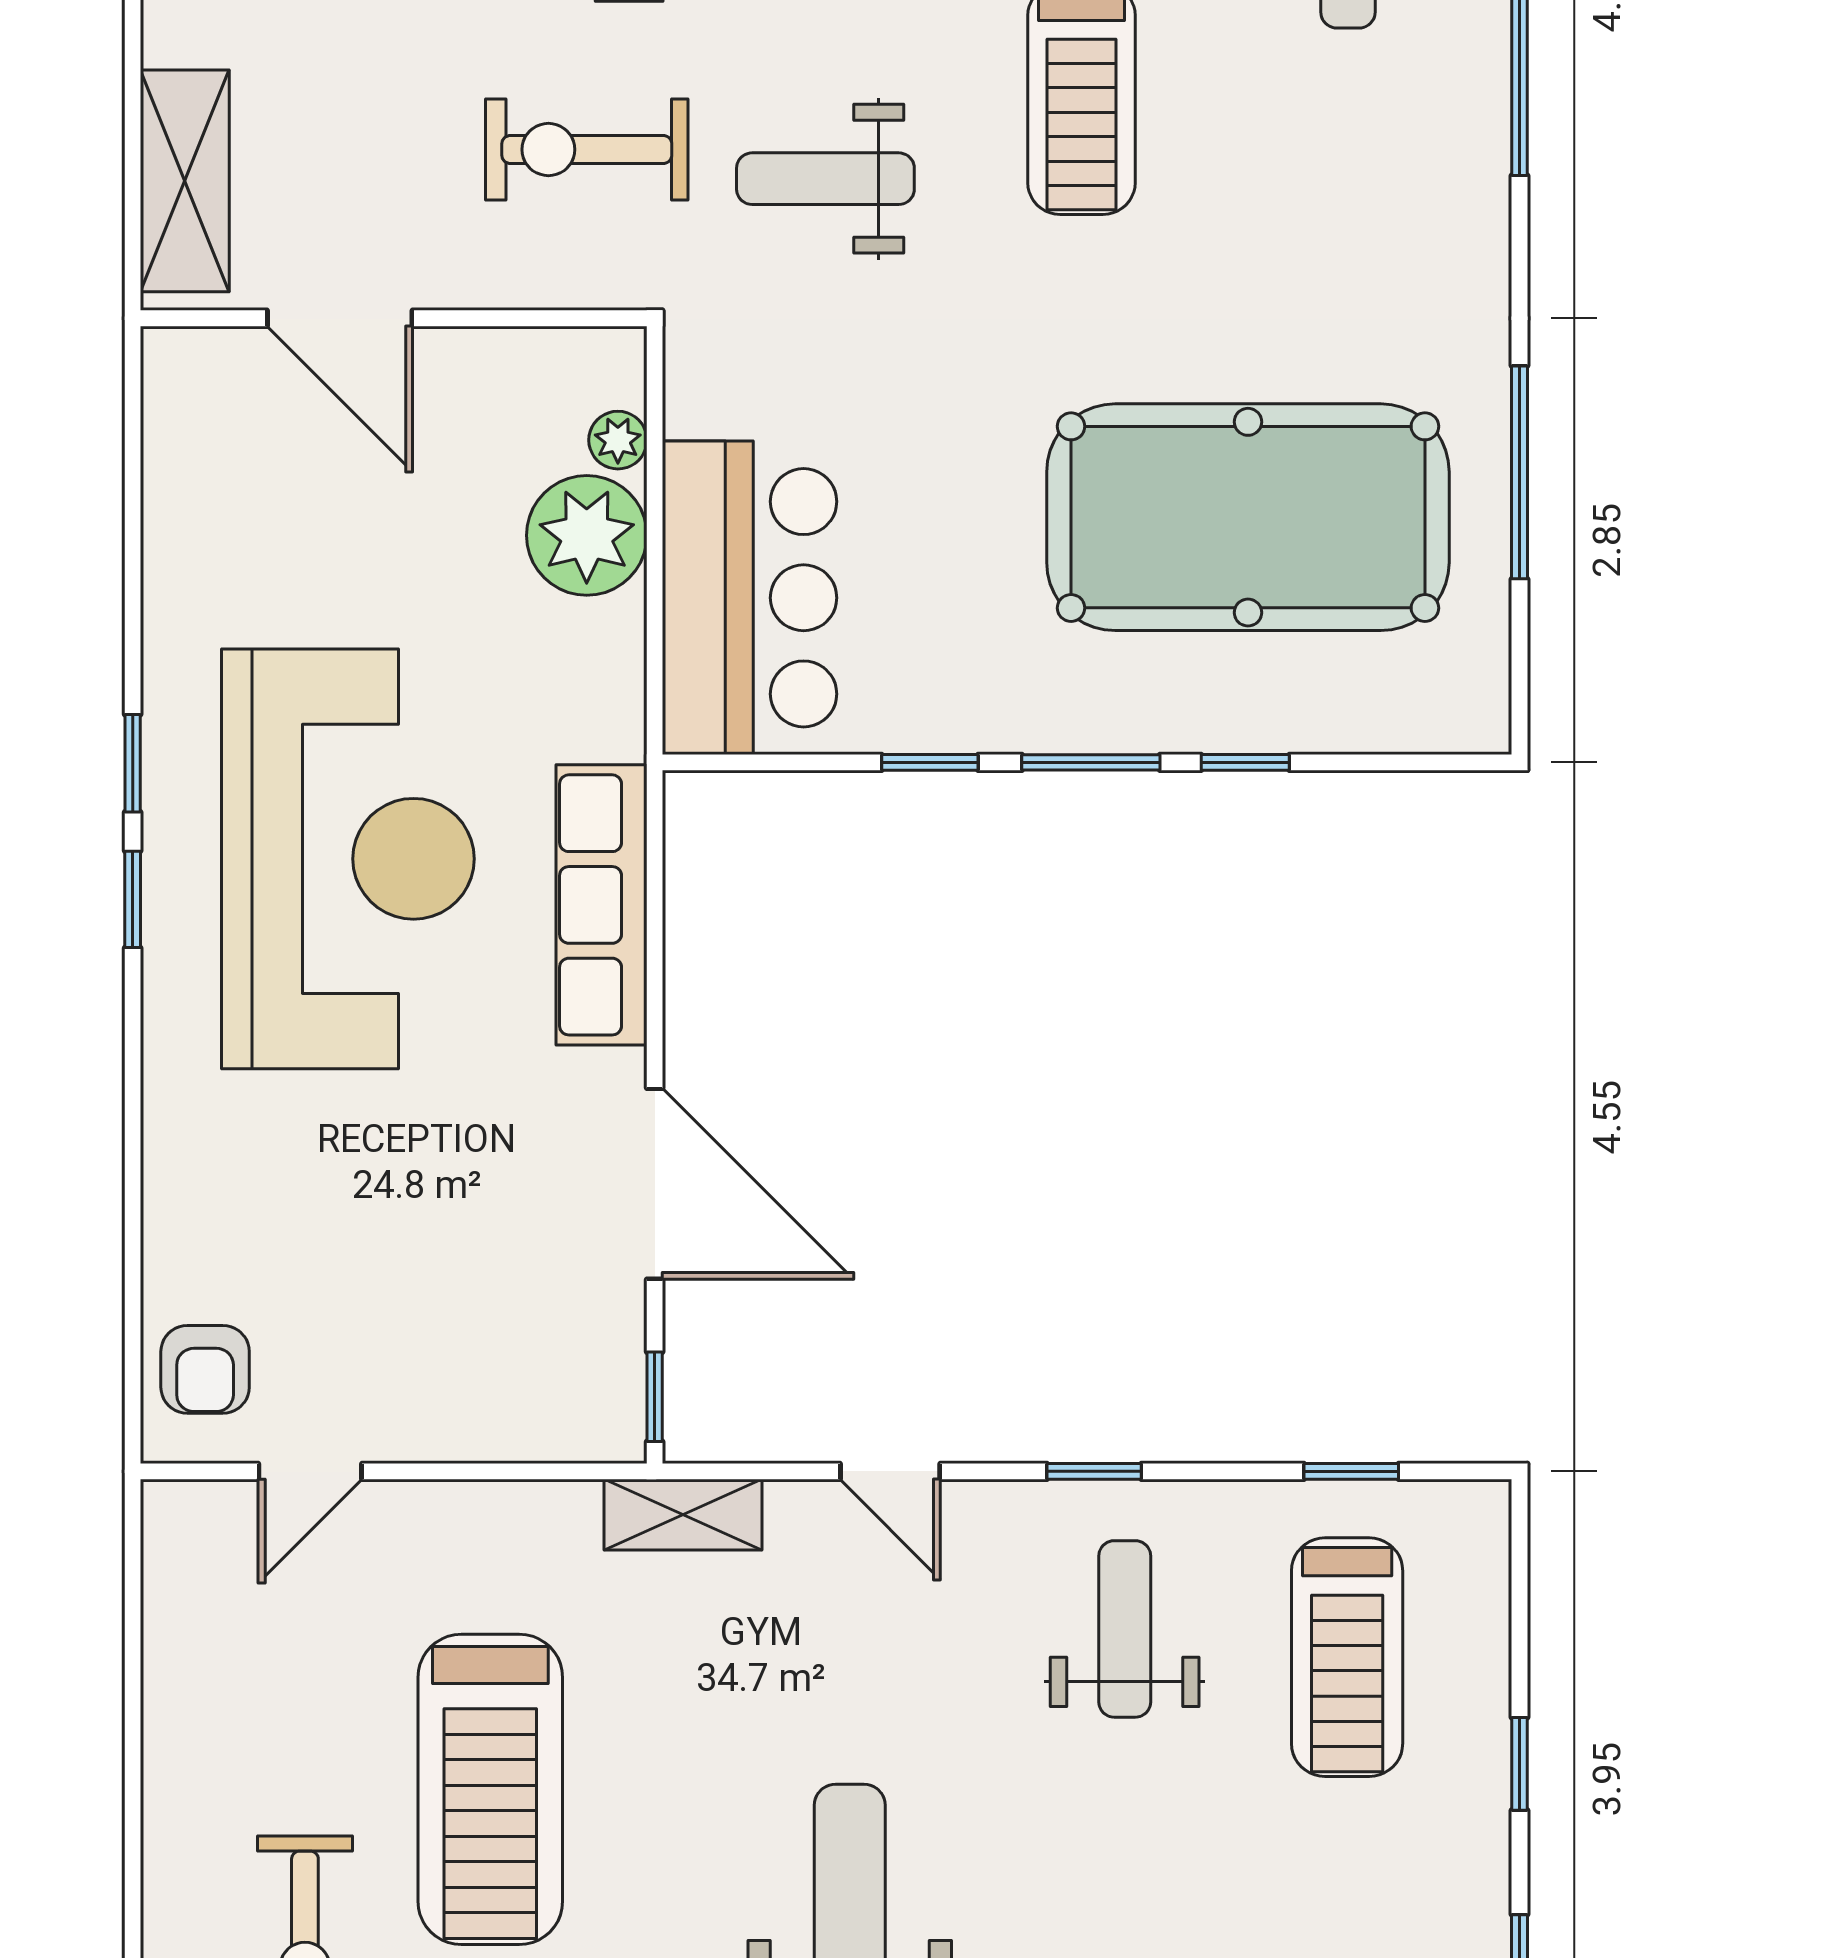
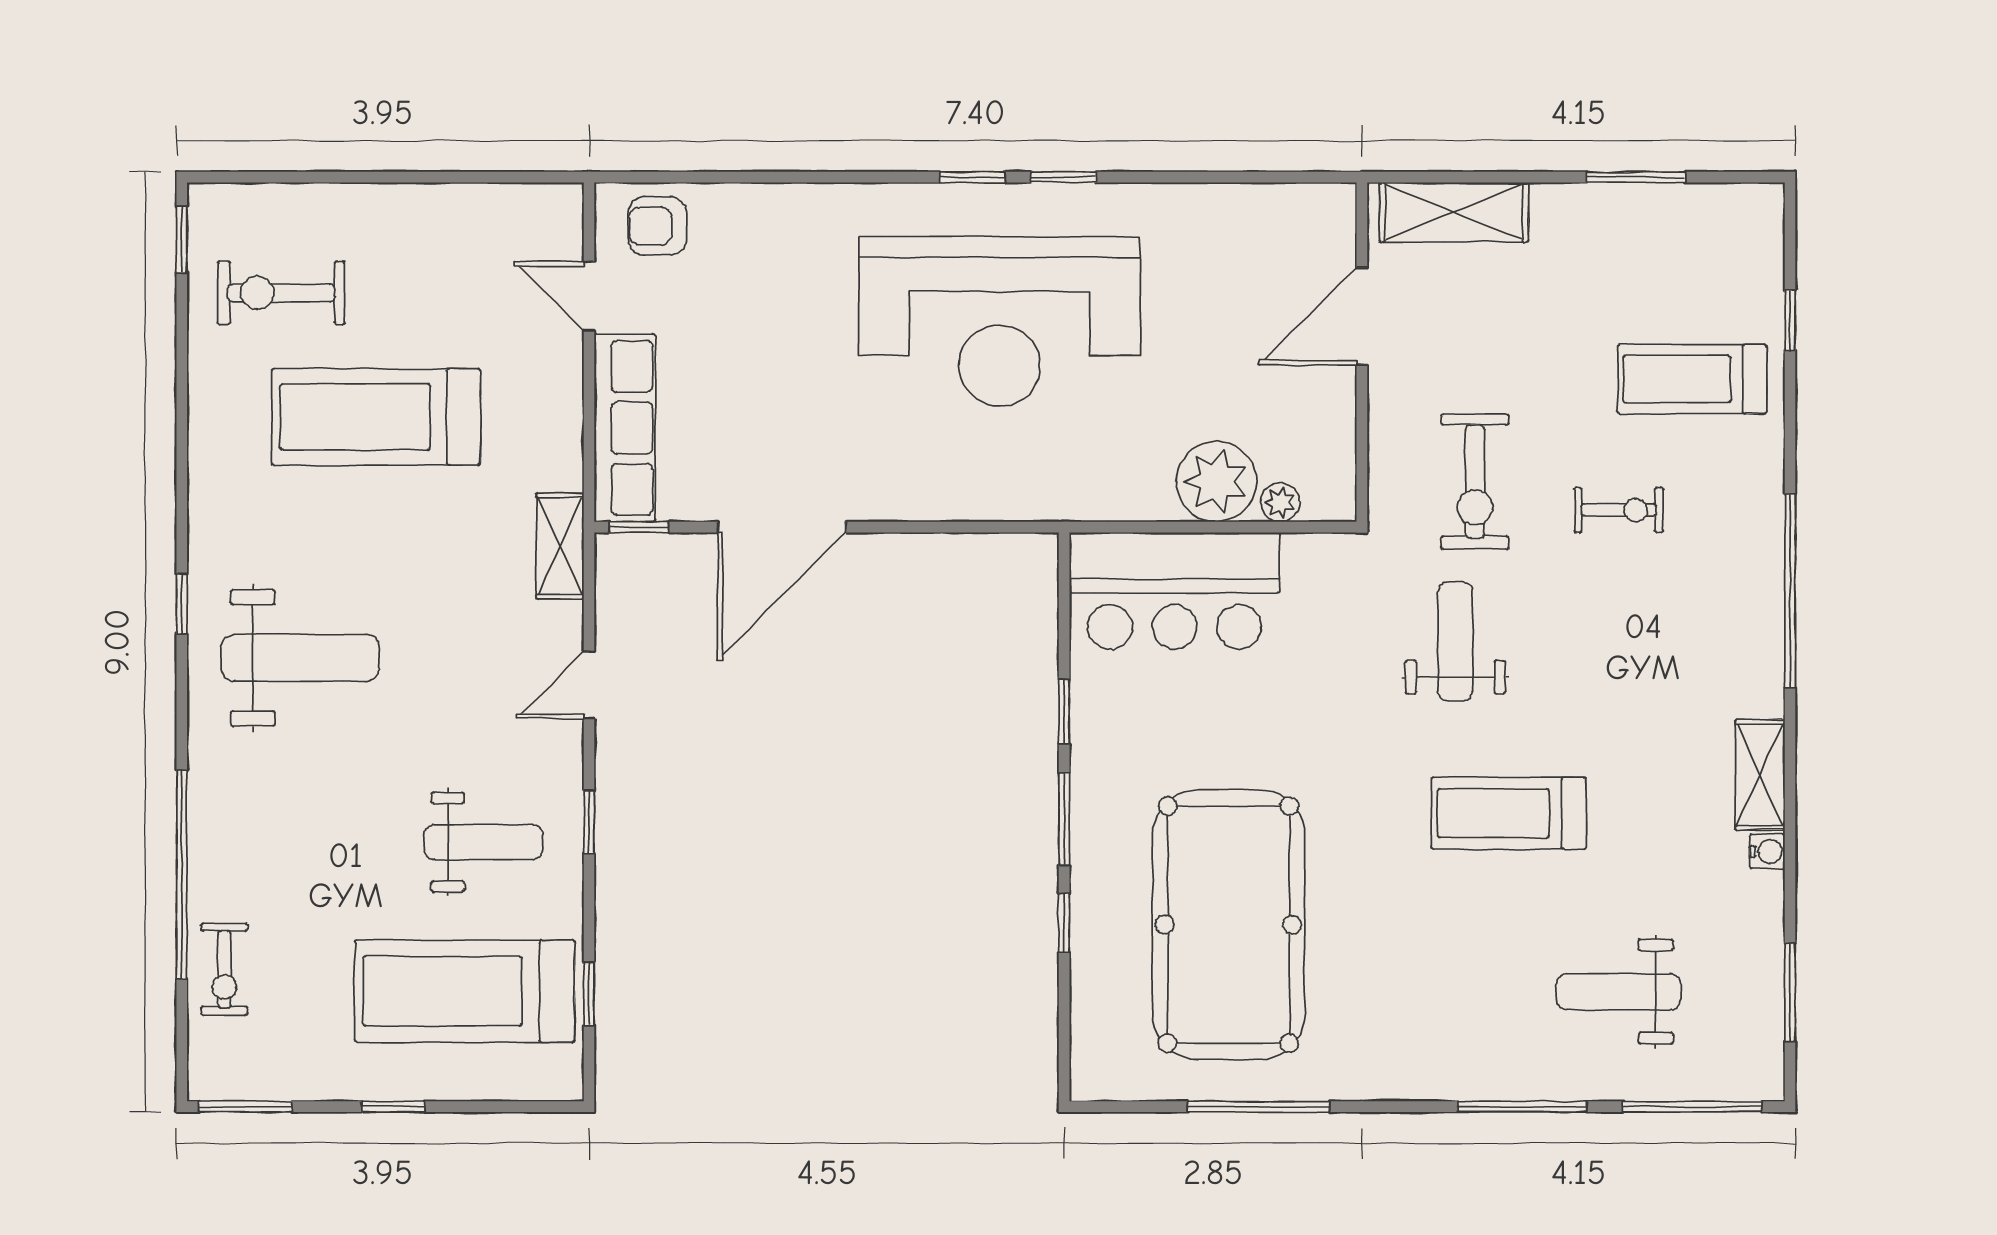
exercise bike: (587, 150) -> (1475, 482), turned 180
row of seats: (601, 905) -> (625, 428), moved, turned 90
treadmill: (1347, 1657) -> (465, 991), width x1.37, depth x1.38

